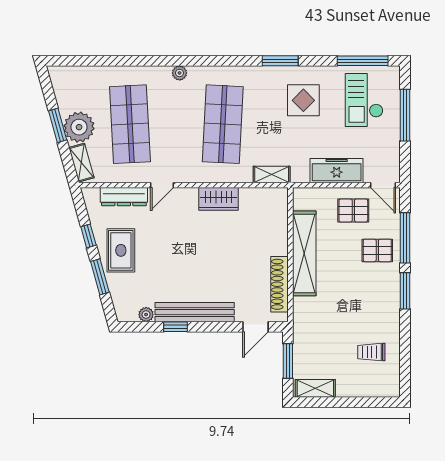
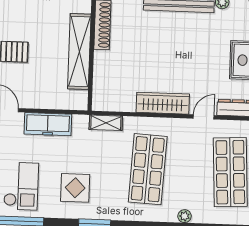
wardrobe: (218, 199) -> (163, 103), width x1.50
pallet: (353, 210) -> (34, 88), removed

